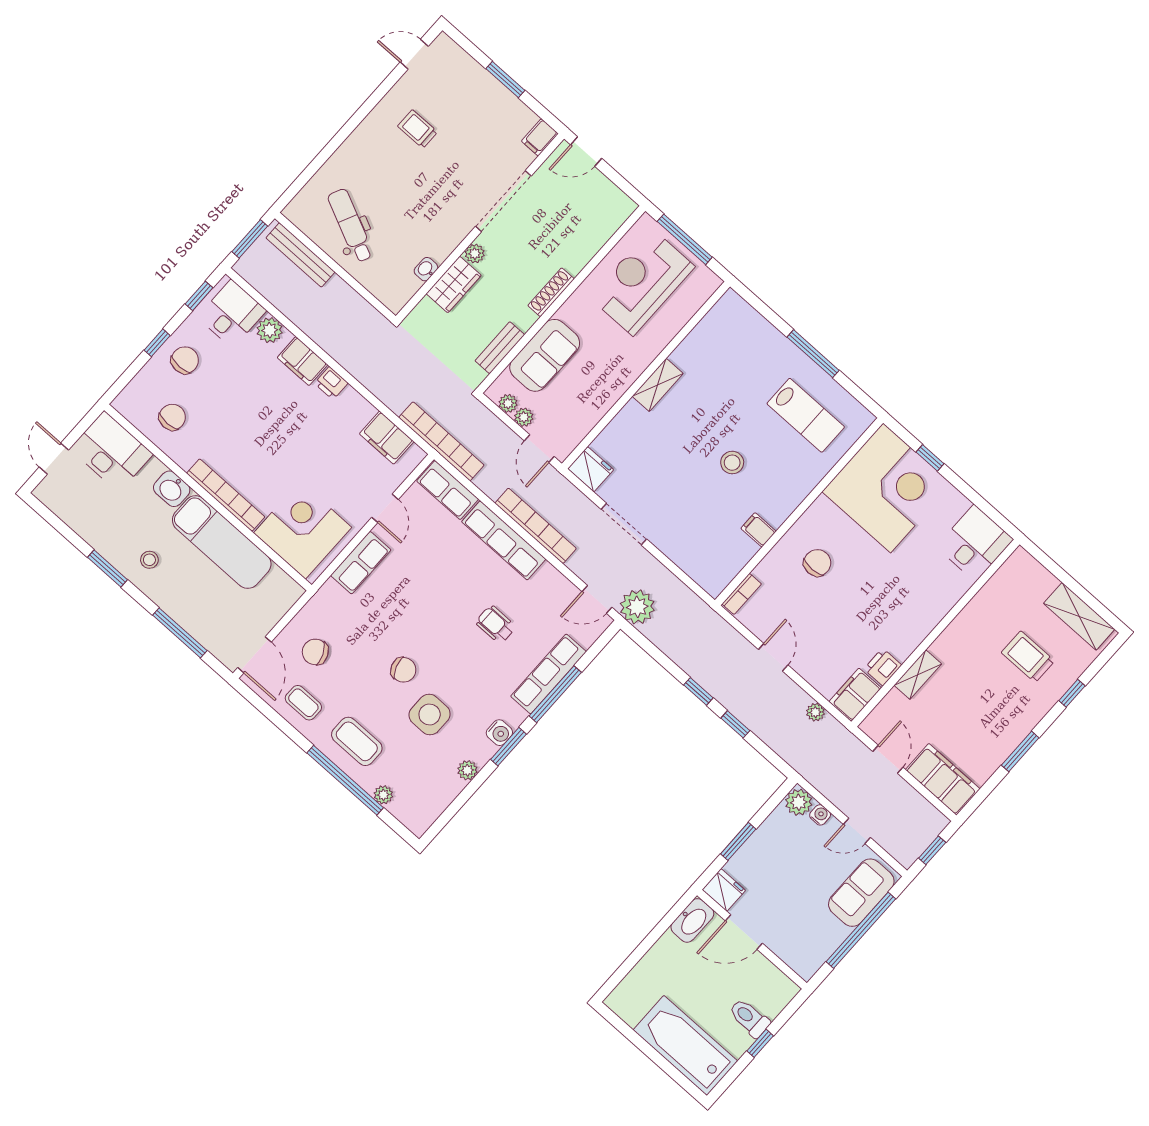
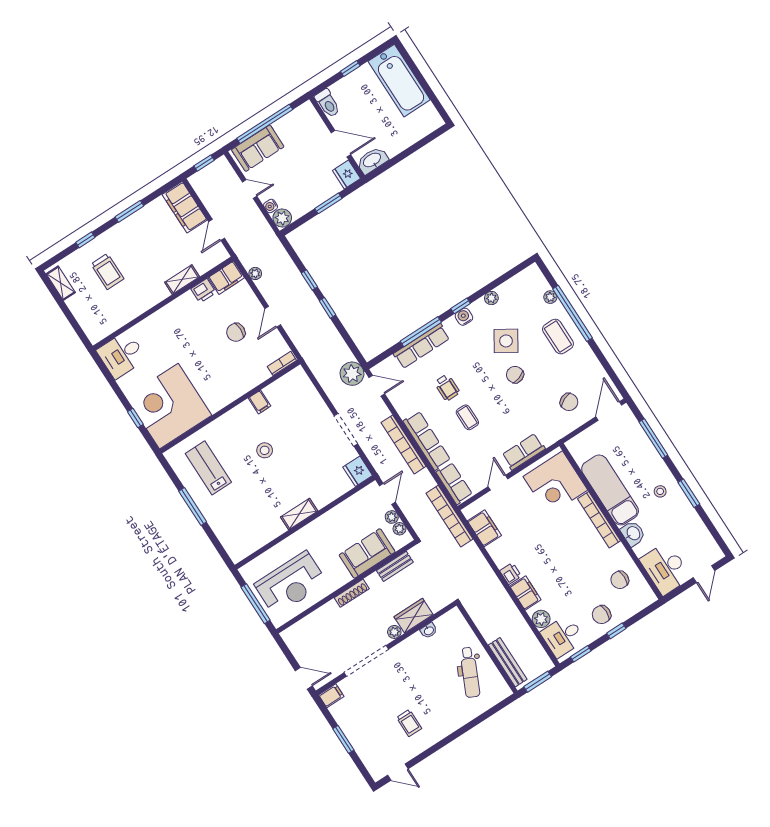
chair: (817, 563) -> (236, 332), moved
shelving: (1079, 616) -> (61, 283), width x0.67, depth x0.75
coffee table: (303, 703) -> (467, 417), moved
side table: (430, 715) -> (506, 341), turned 32
window: (508, 747) -> (461, 306), width x0.67
toilet: (749, 1018) -> (328, 103), moved

